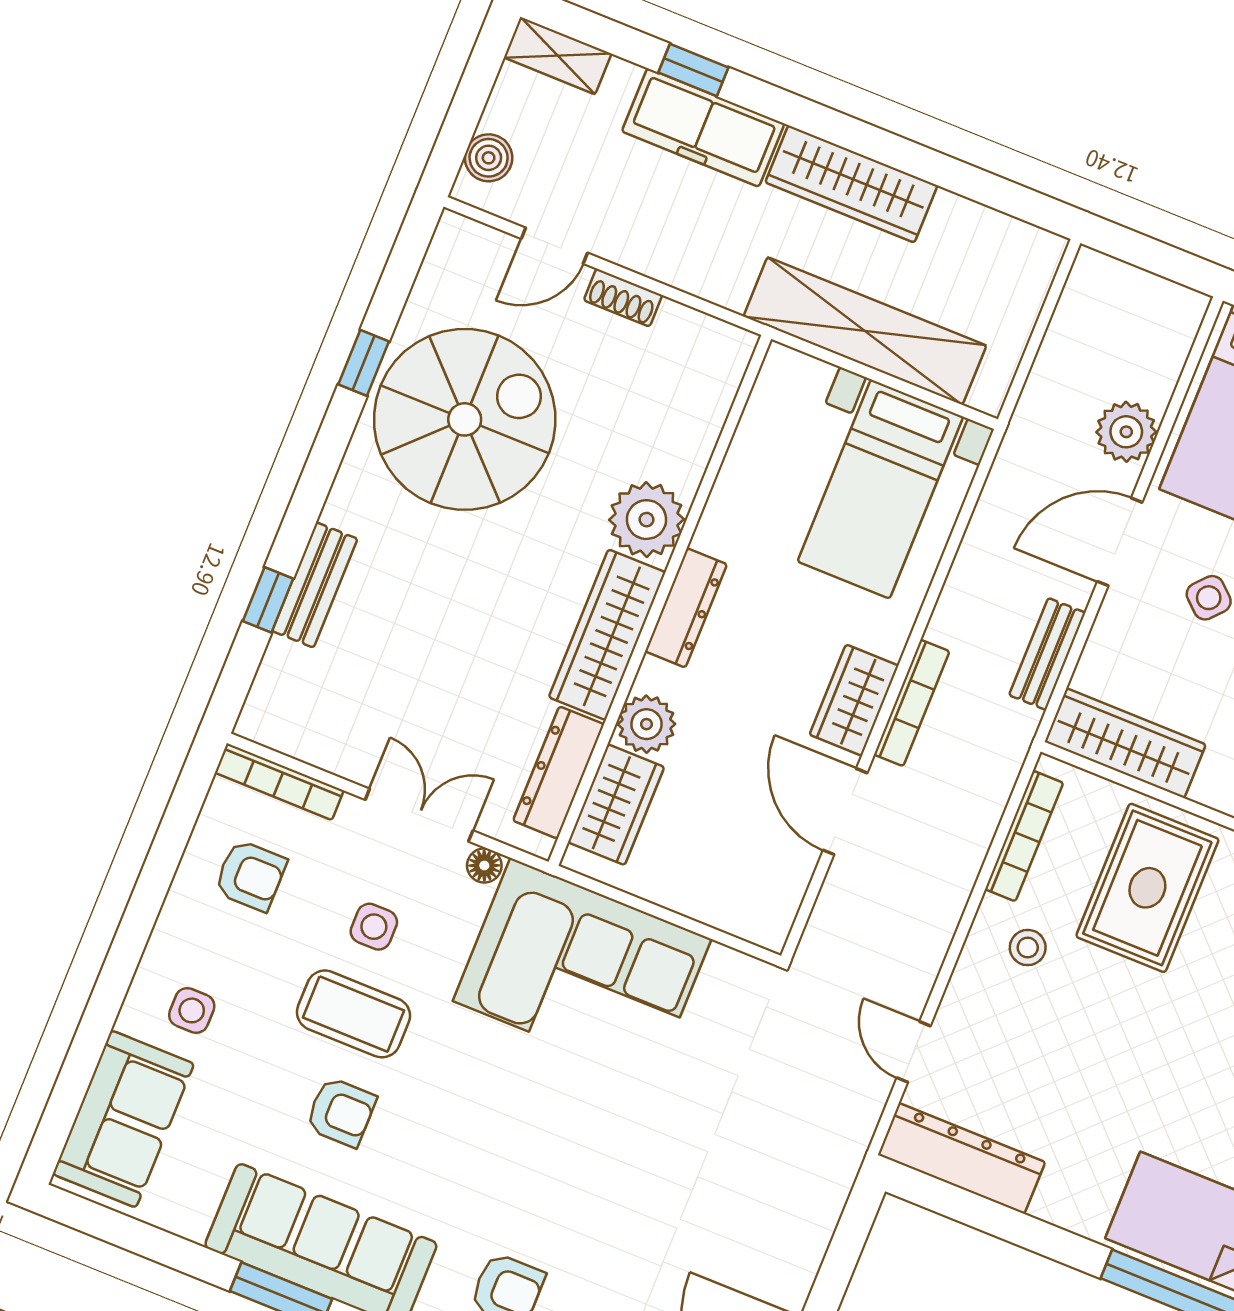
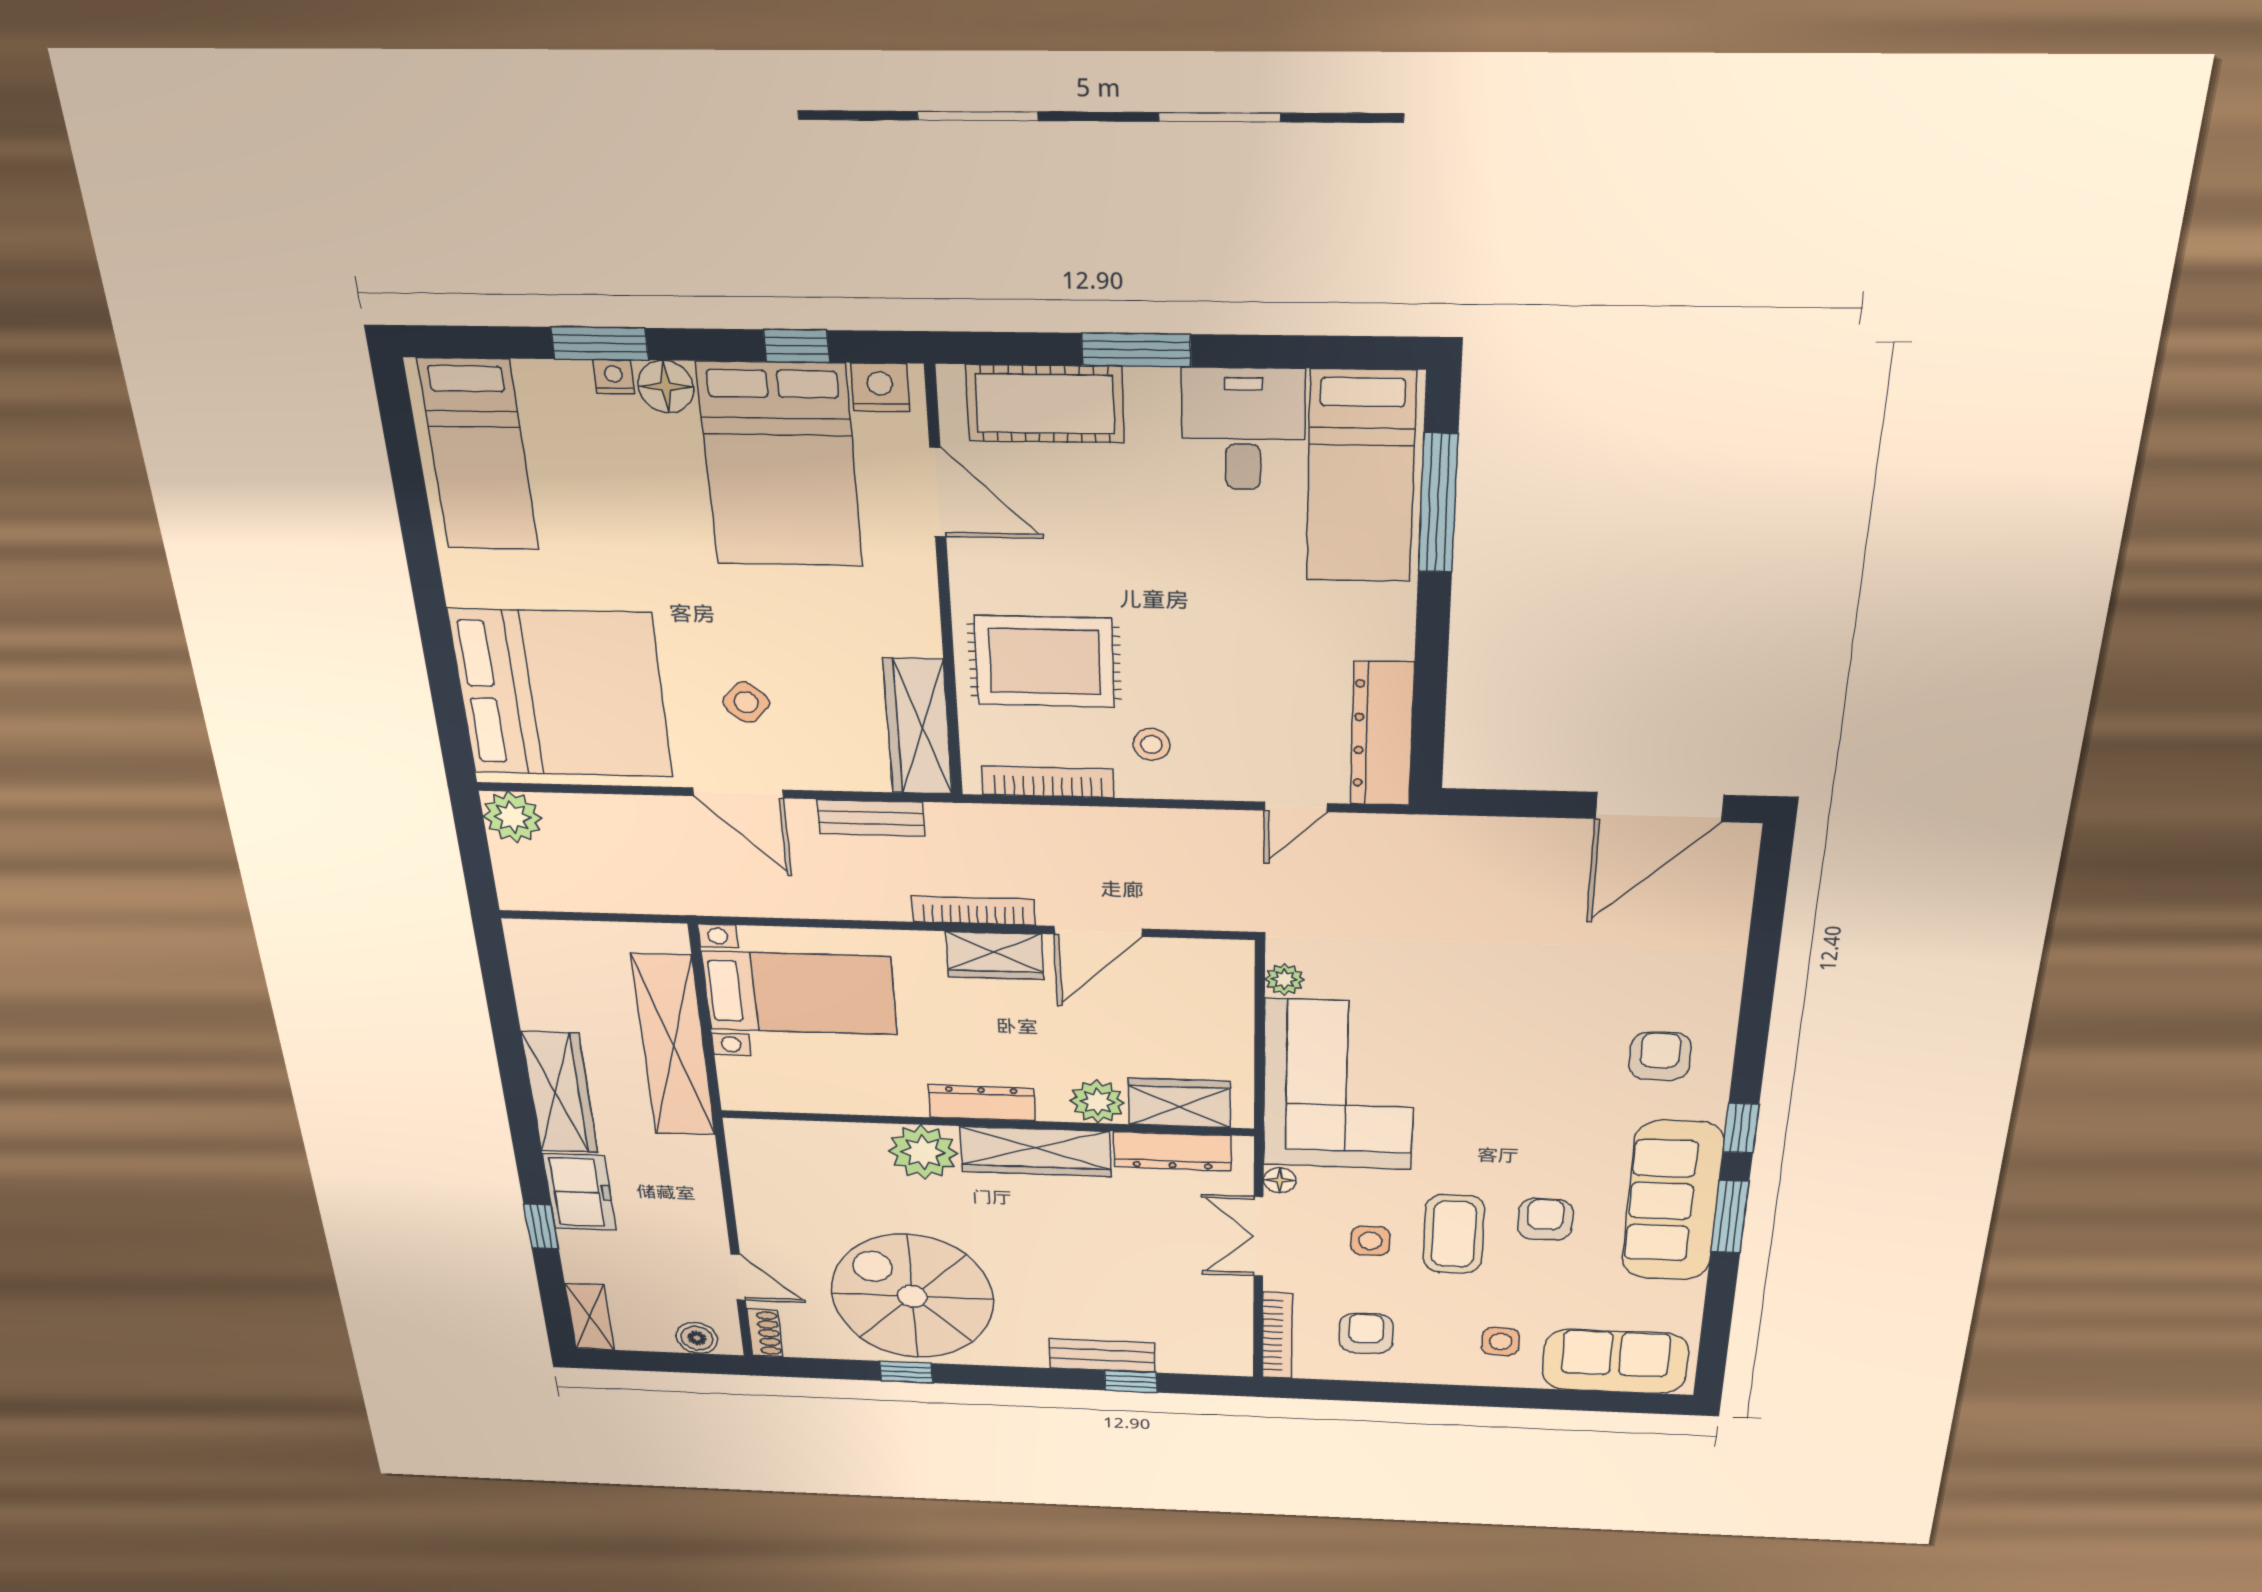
freezer: (703, 127) -> (579, 1192), width x0.71
shoe rack: (623, 298) -> (765, 1333), moved
plant: (1126, 432) -> (512, 817), moved
plant: (726, 966) -> (1284, 979), added

